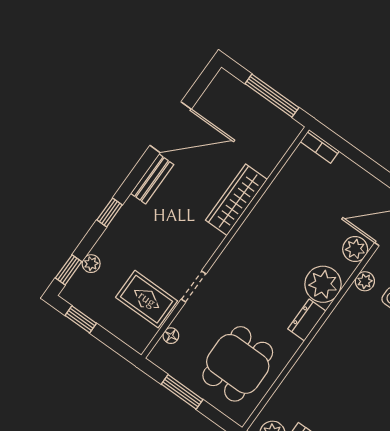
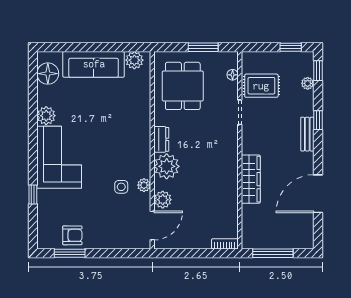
bench: (152, 179) -> (307, 134), moved

